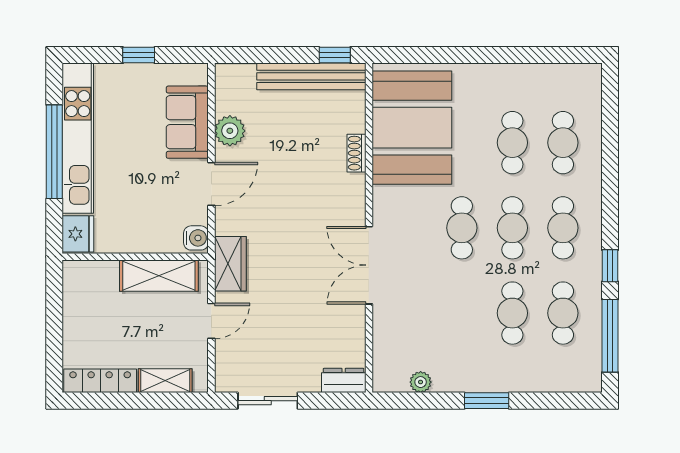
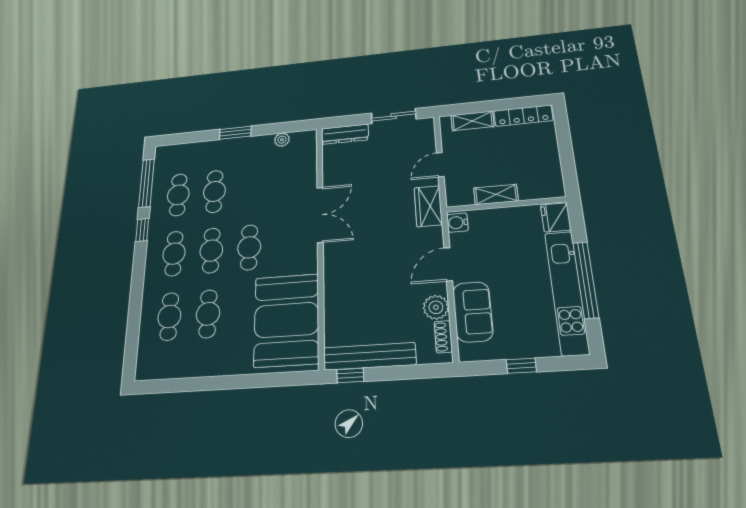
shoe rack: (357, 153) -> (443, 337), moved, turned 180
shelving: (159, 276) -> (496, 194), width x0.67, depth x0.75
dresser: (344, 380) -> (345, 134), width x1.44

